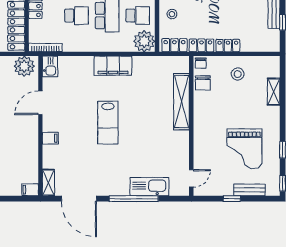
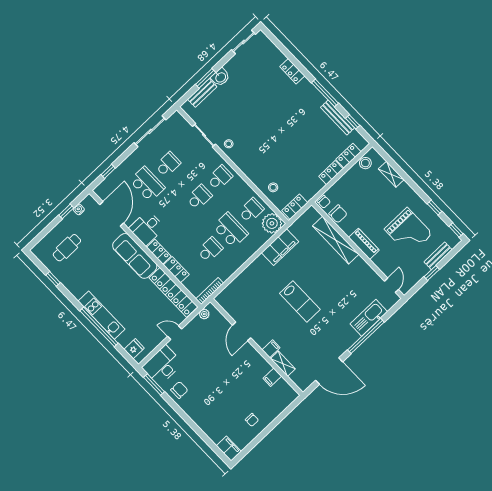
locker: (202, 45) -> (348, 156), moved
plant: (24, 66) -> (204, 314), width x0.53, depth x0.53
kitchen sink: (50, 66) -> (225, 301), removed
filing cabinet: (113, 66) -> (280, 247), moved
stool: (238, 74) -> (365, 163), moved
piano: (201, 125) -> (364, 244), added
shelving: (48, 183) -> (283, 364), moved
filing cabinet: (30, 190) -> (272, 377), moved

